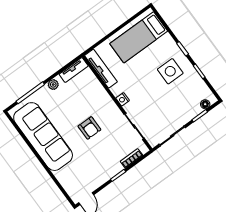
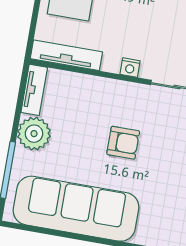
plant: (53, 85) -> (34, 134), width x1.88, depth x1.88

